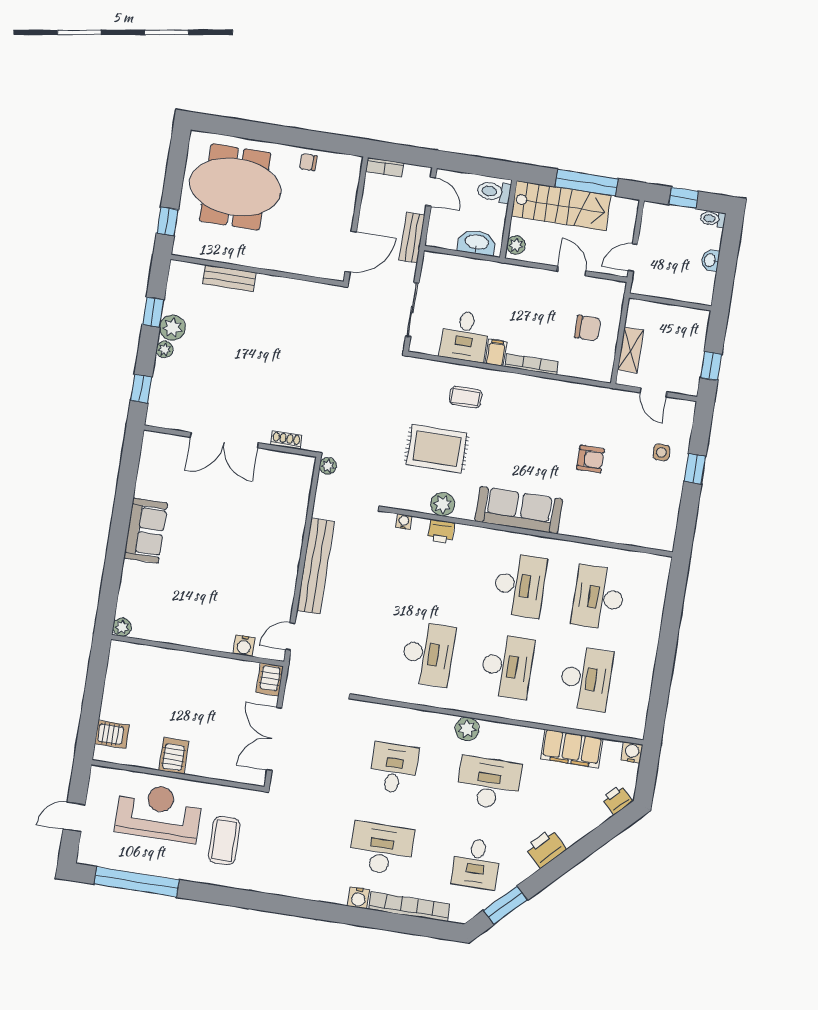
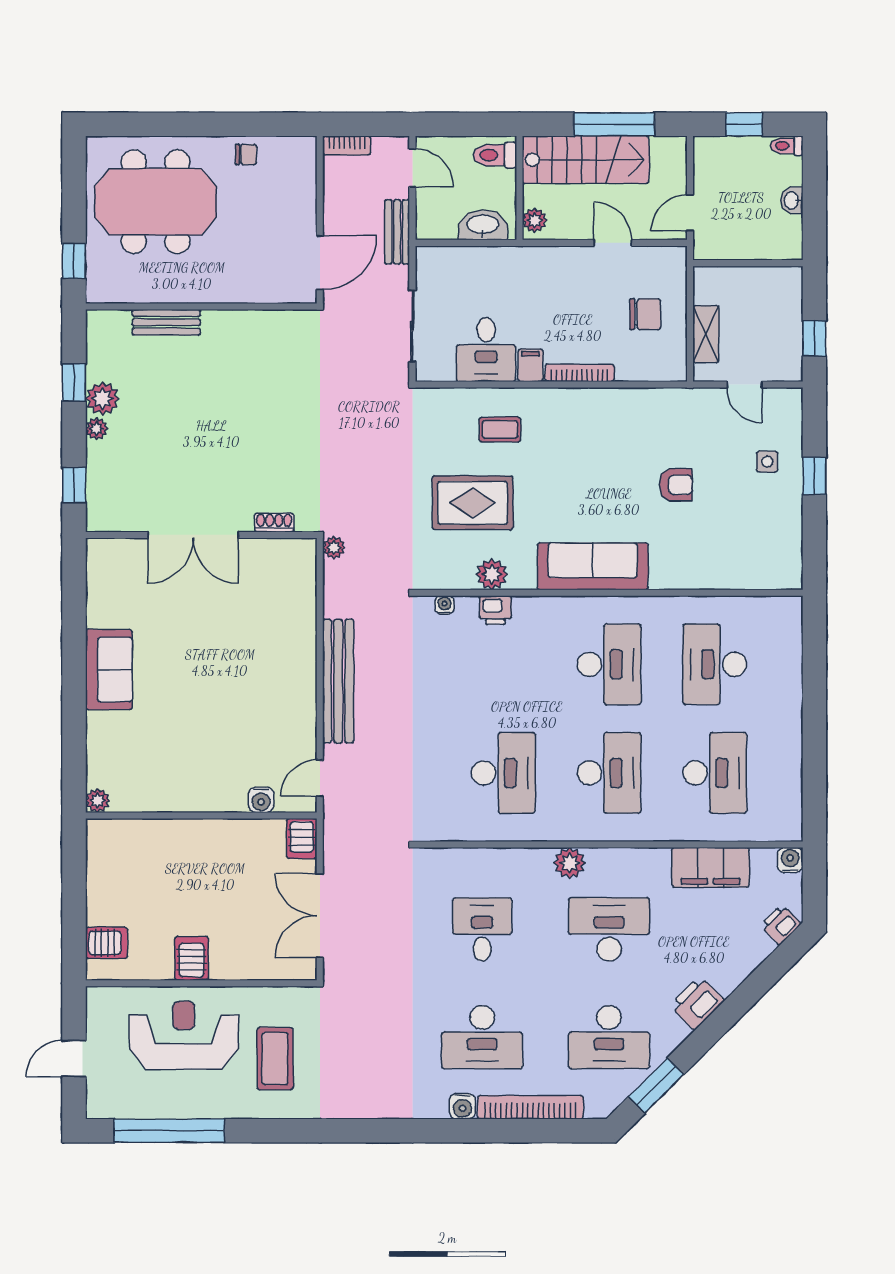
chair: (308, 162) -> (246, 155), turned 180
desk: (381, 849) -> (482, 1037), turned 180
desk: (476, 863) -> (609, 1037), width x1.37

